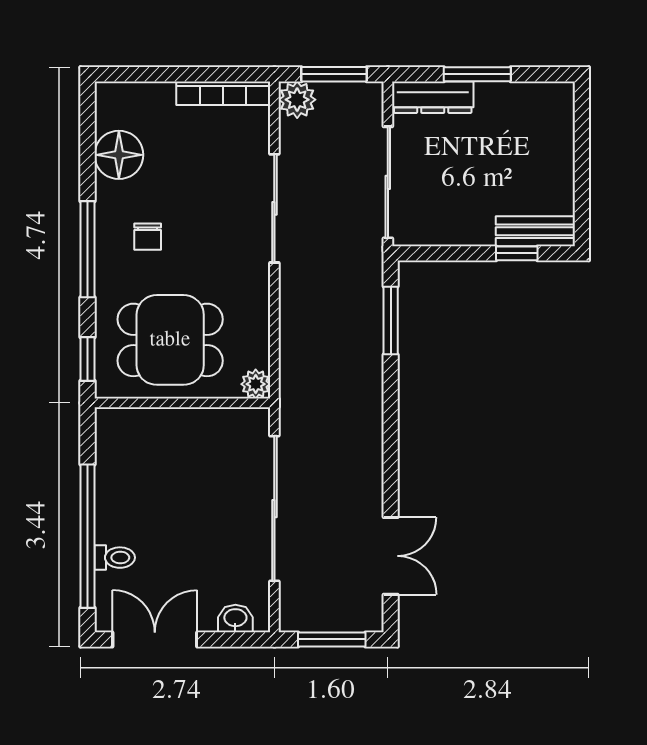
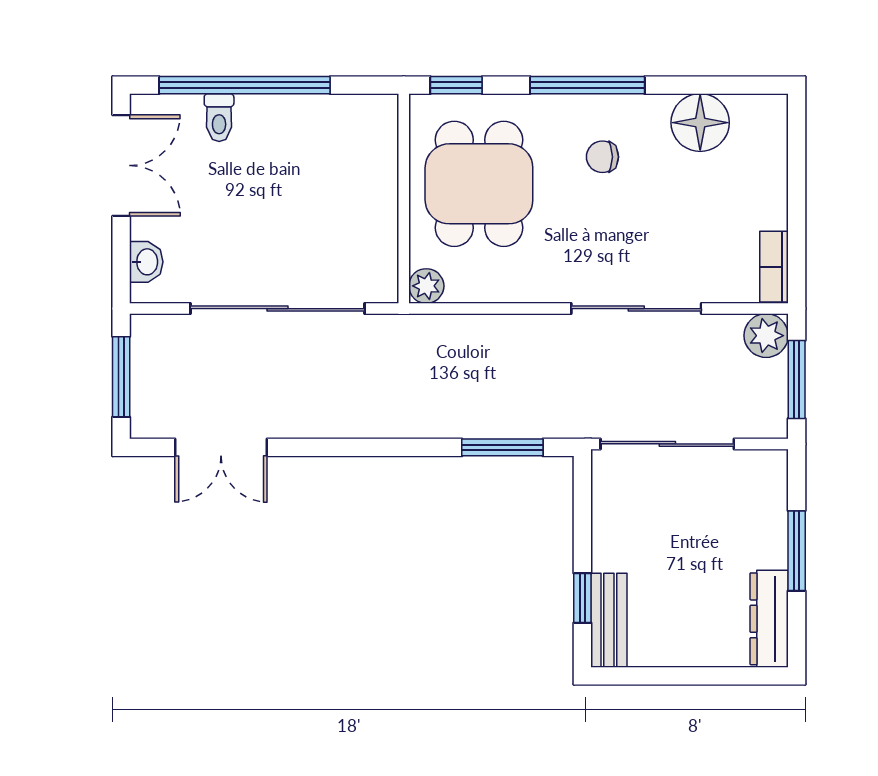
bookcase: (223, 93) -> (774, 267), width x0.64
dresser: (433, 97) -> (769, 619), moved

